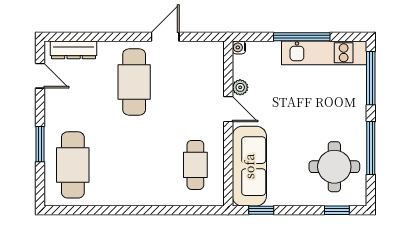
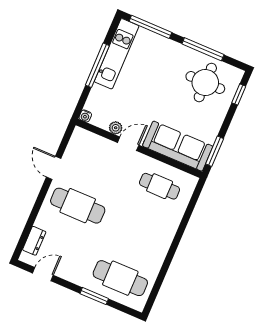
dresser: (74, 50) -> (34, 241), width x0.70
window: (261, 210) -> (215, 151), width x1.50

